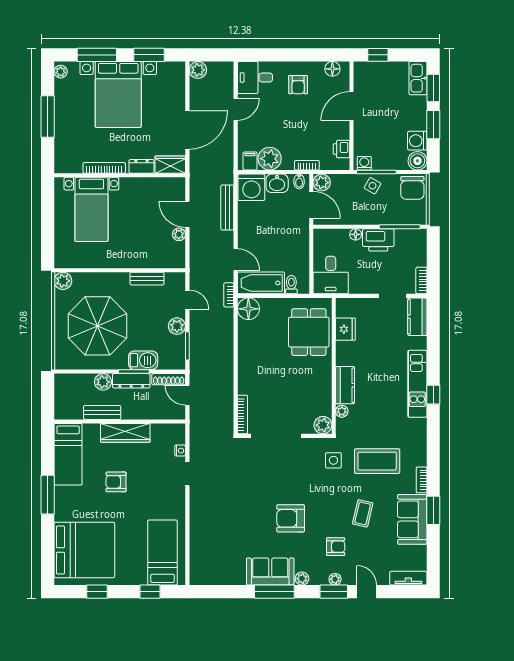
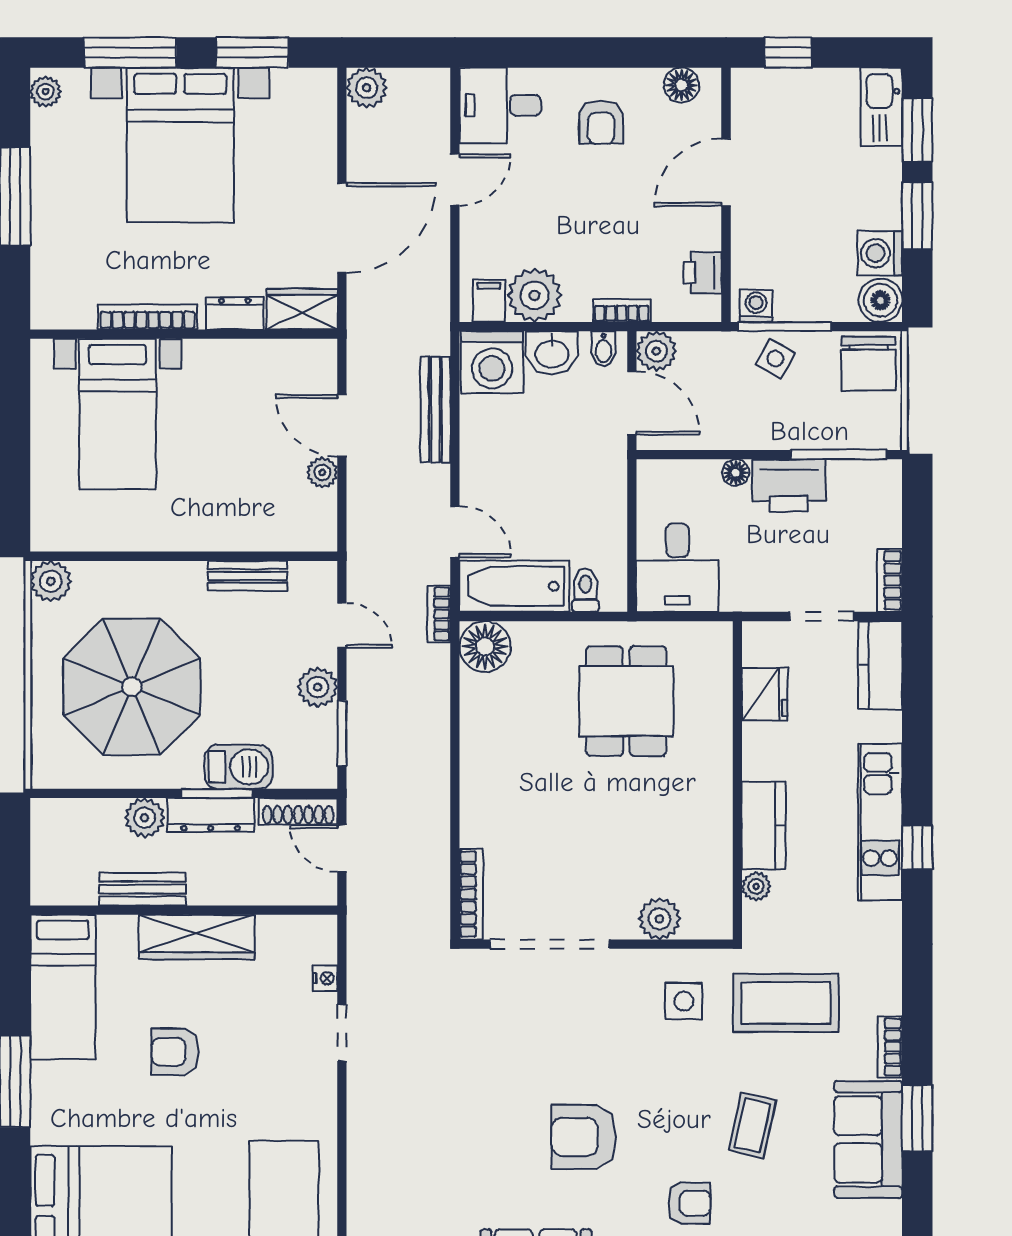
fridge: (345, 329) -> (765, 694), moved
wall: (334, 366) -> (737, 780), moved
kitchen counter: (345, 385) -> (764, 825), moved
plant: (342, 411) -> (756, 886), moved

